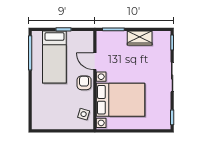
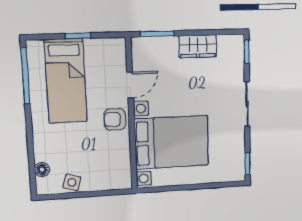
door: (95, 61) -> (130, 85), swing flipped
armchair: (84, 83) -> (115, 119), turned -90
floor lamp: (36, 113) -> (42, 170), added
side table: (84, 114) -> (72, 182), moved

